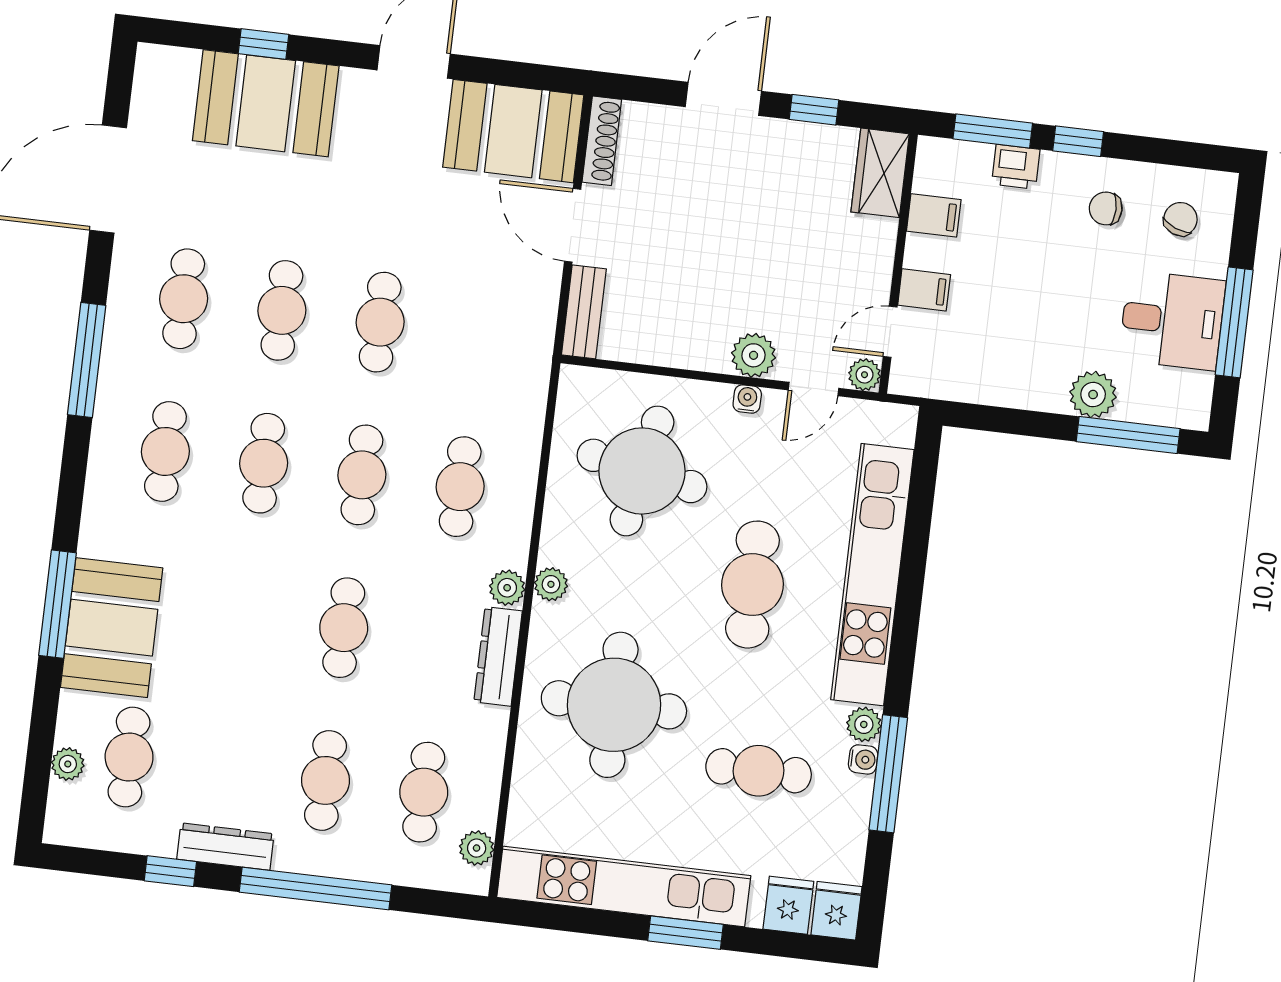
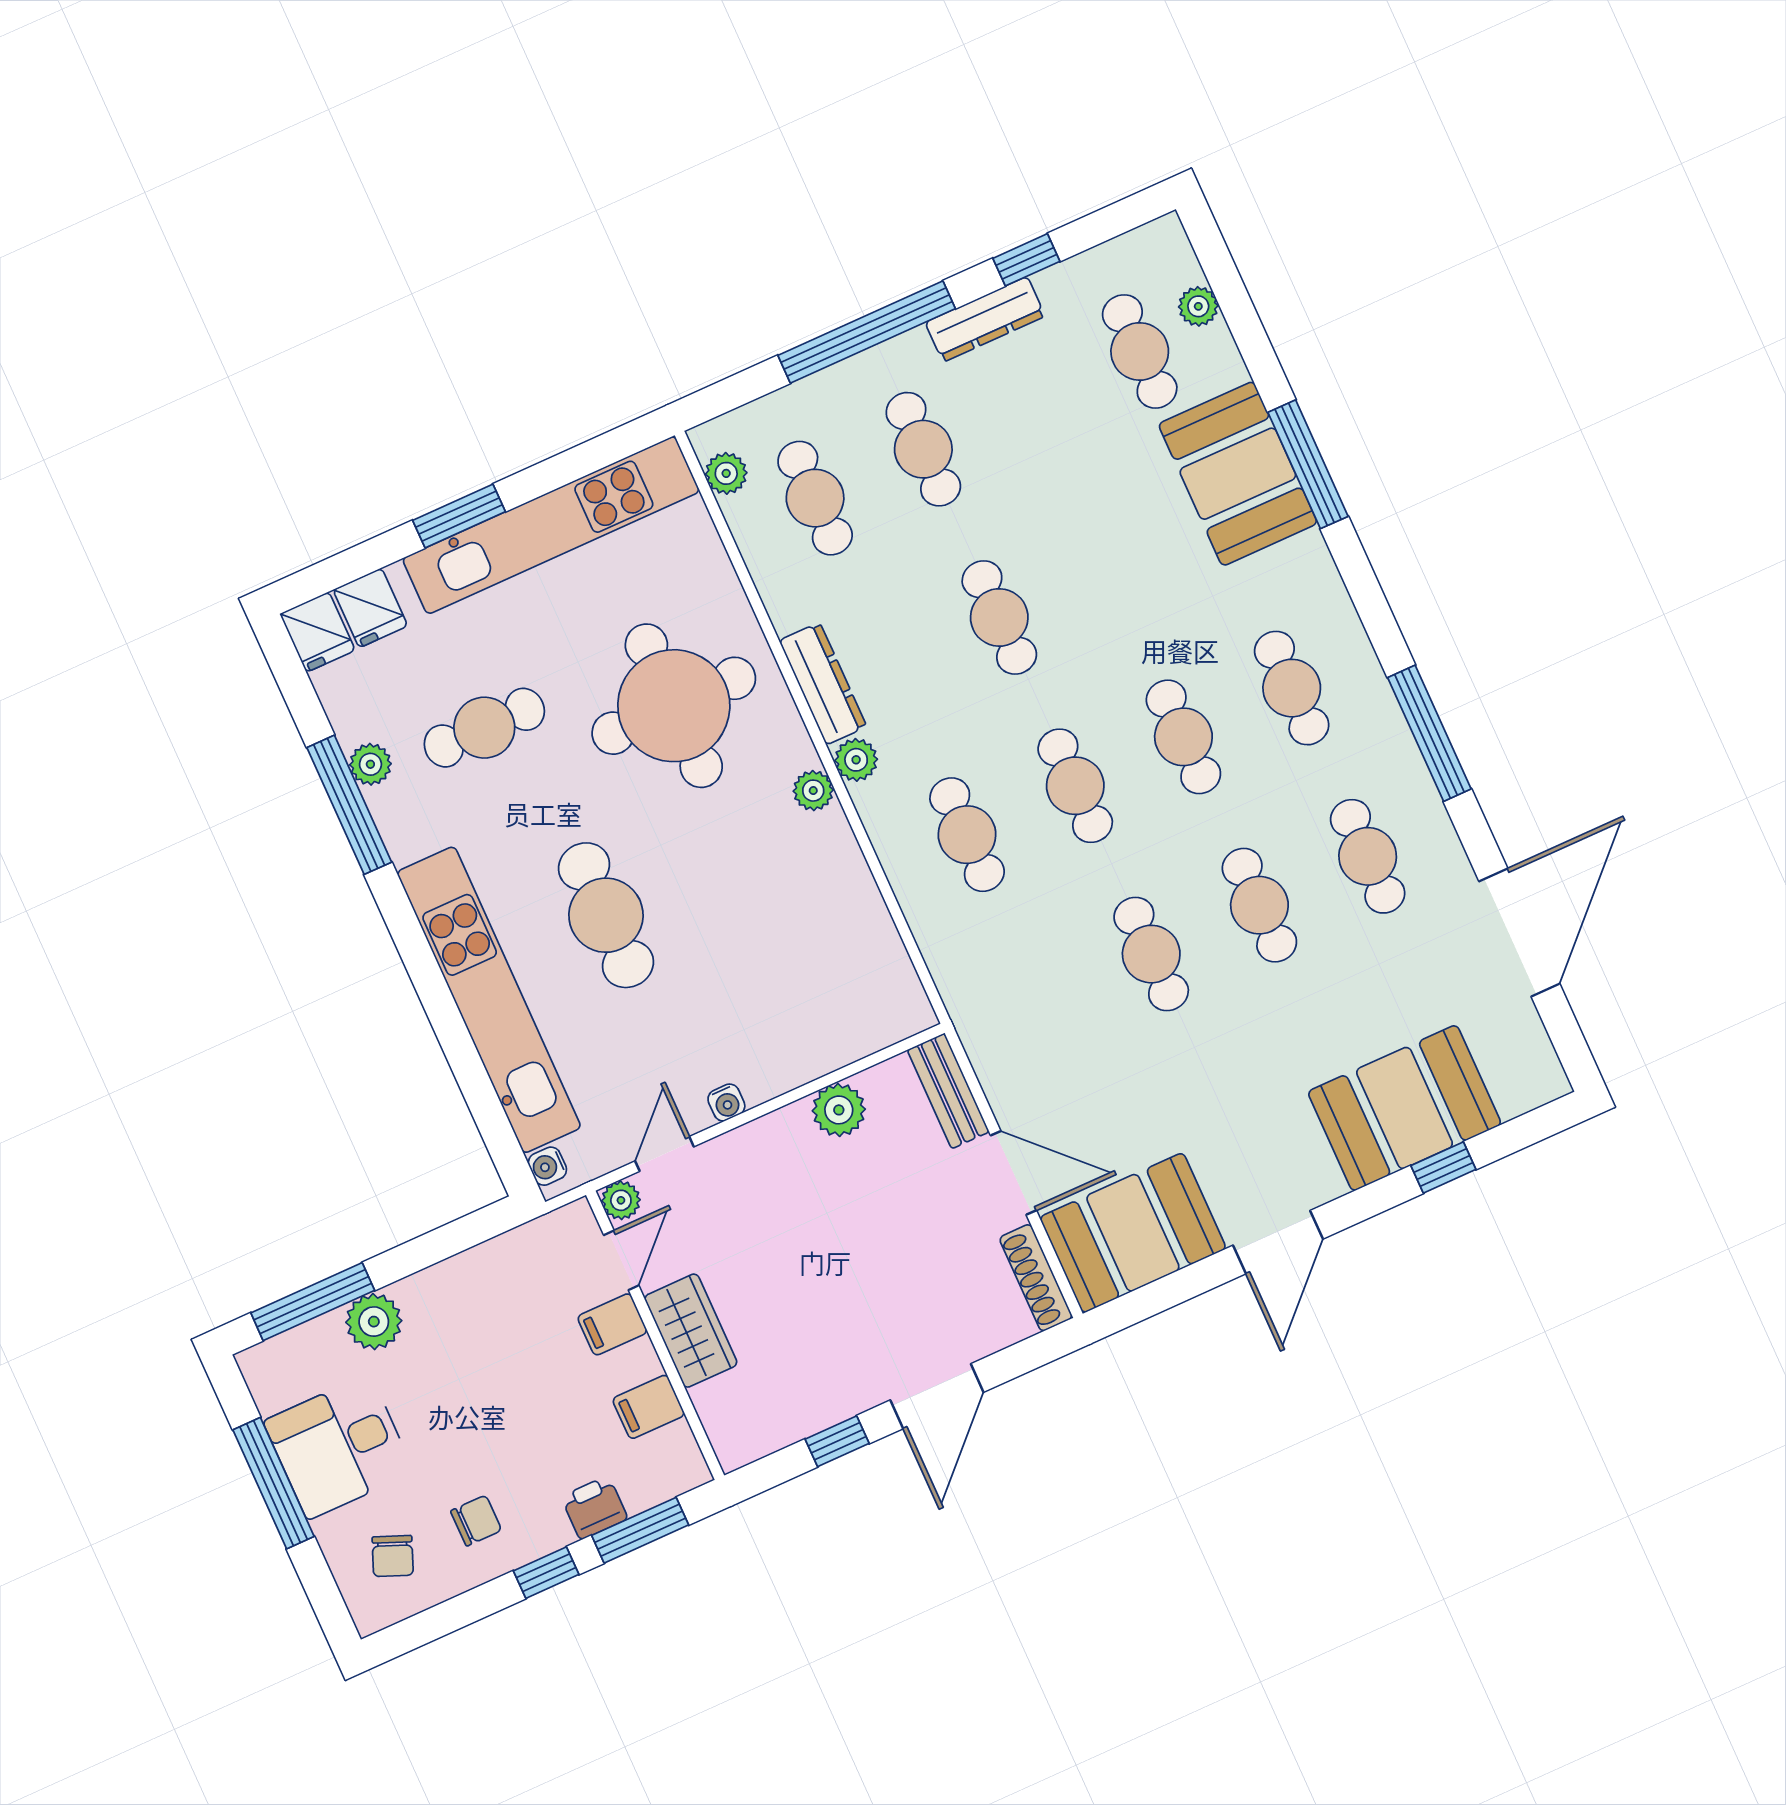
wardrobe: (880, 173) -> (691, 1331), moved
plant: (754, 355) -> (839, 1110), moved
round table: (642, 471) -> (790, 963), removed
plant: (864, 724) -> (370, 764), moved
water cooler: (863, 759) -> (547, 1166), moved

